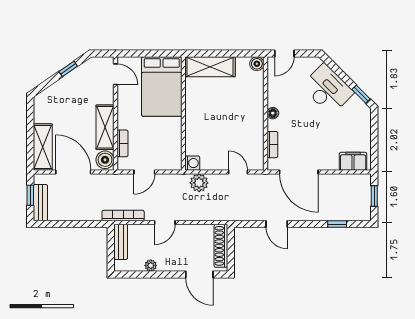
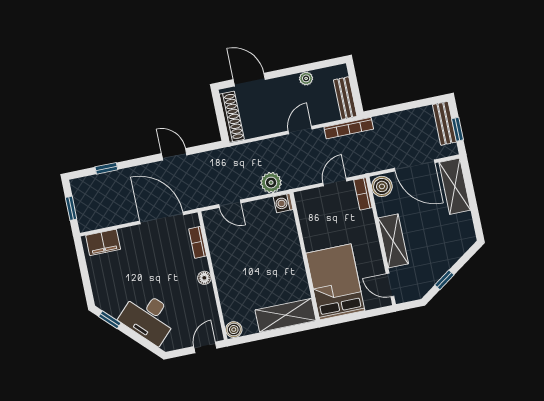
shelving: (105, 127) -> (393, 241), moved
bookcase: (122, 143) -> (363, 194), moved

